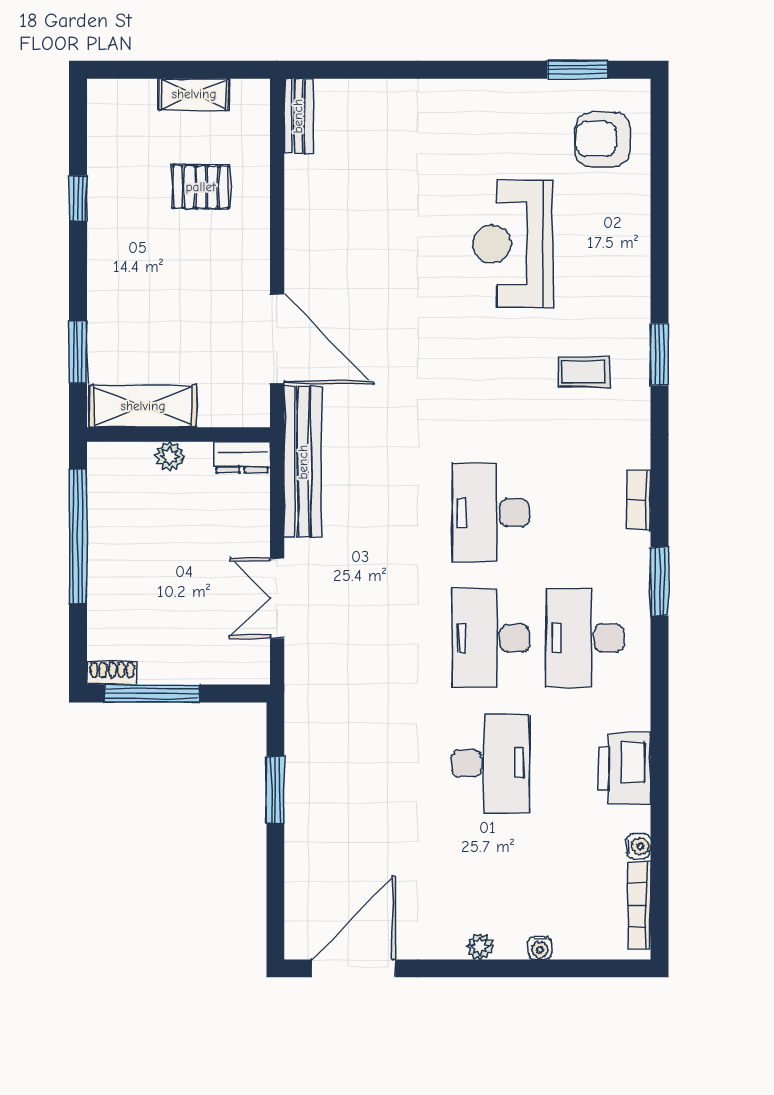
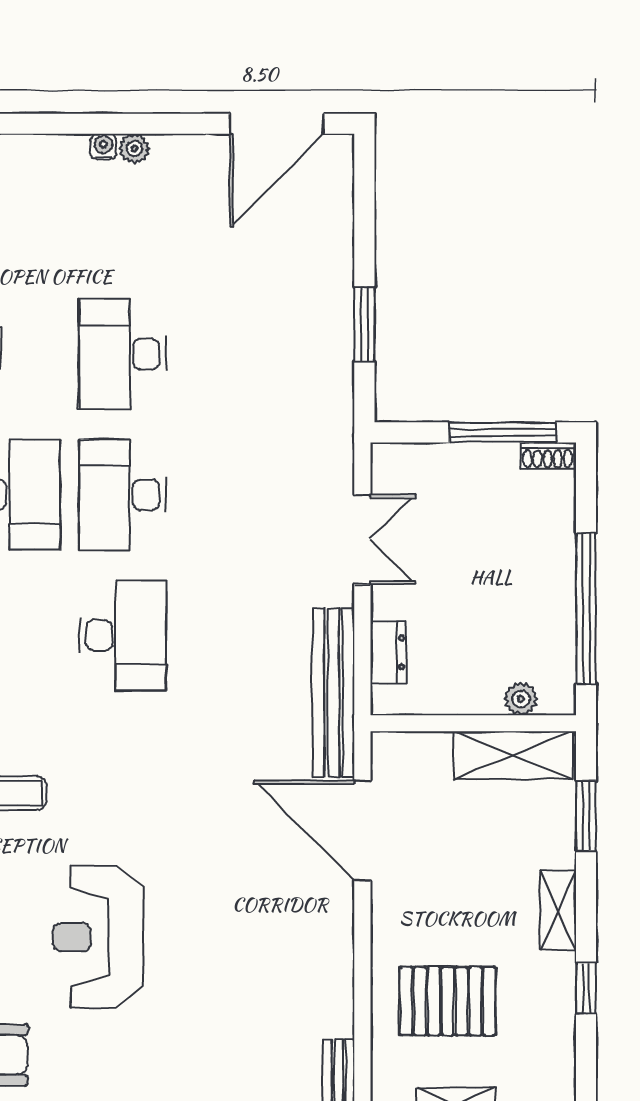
pallet: (201, 187) -> (448, 1001), width x1.50, depth x1.42
reception desk: (513, 244) -> (98, 937), turned 180
shelving: (103, 268) -> (558, 910), added
plant: (170, 456) -> (521, 699), moved
dresser: (242, 457) -> (388, 652), moved, turned 90
desk: (491, 638) -> (123, 495), turned 180
water cooler: (540, 948) -> (103, 147), moved

